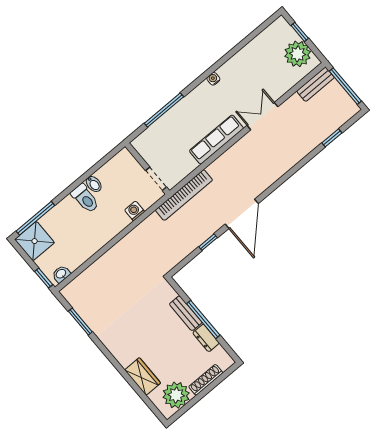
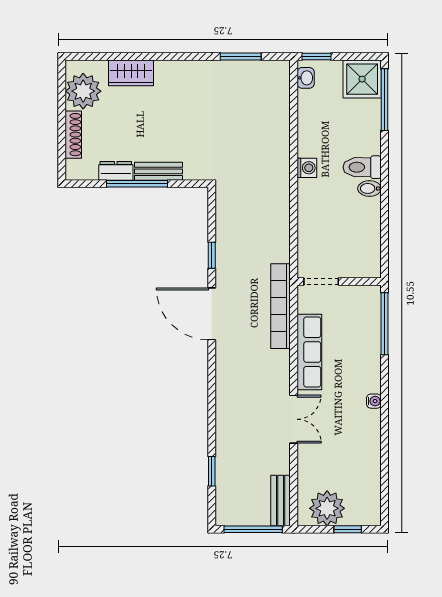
wall: (147, 169) -> (339, 282), moved
doorway: (156, 179) -> (321, 282), moved
bookcase: (184, 195) -> (281, 306), moved
washing machine: (135, 211) -> (307, 168), moved

